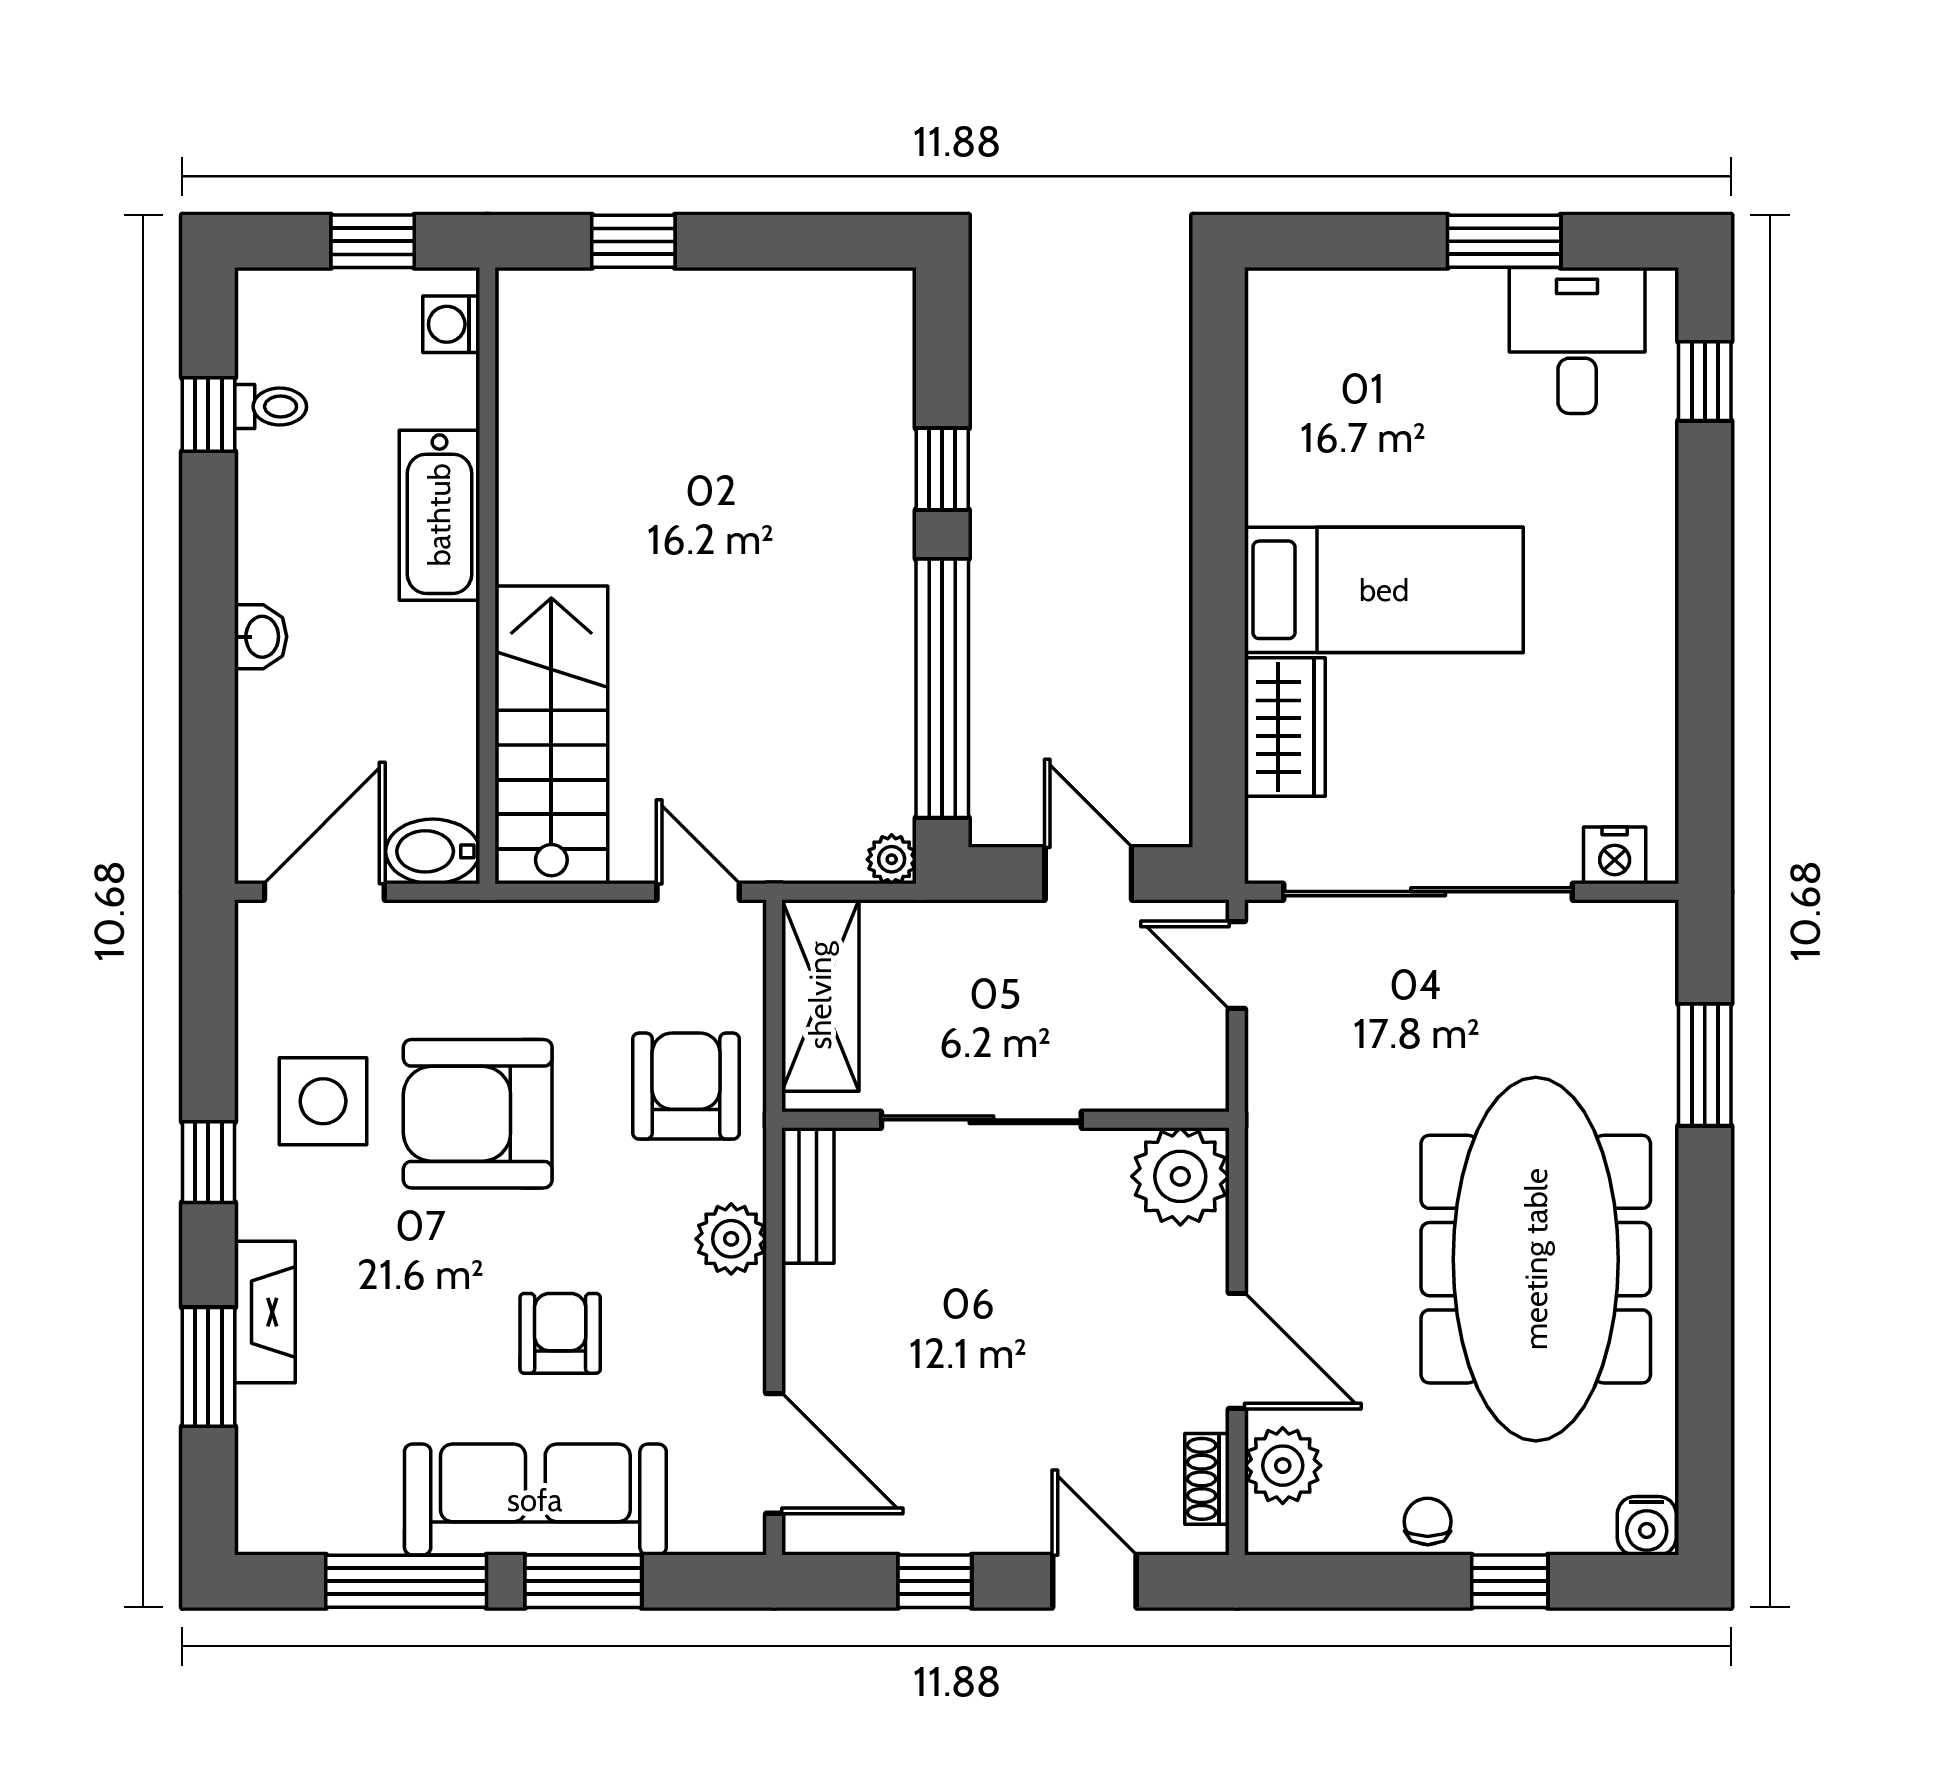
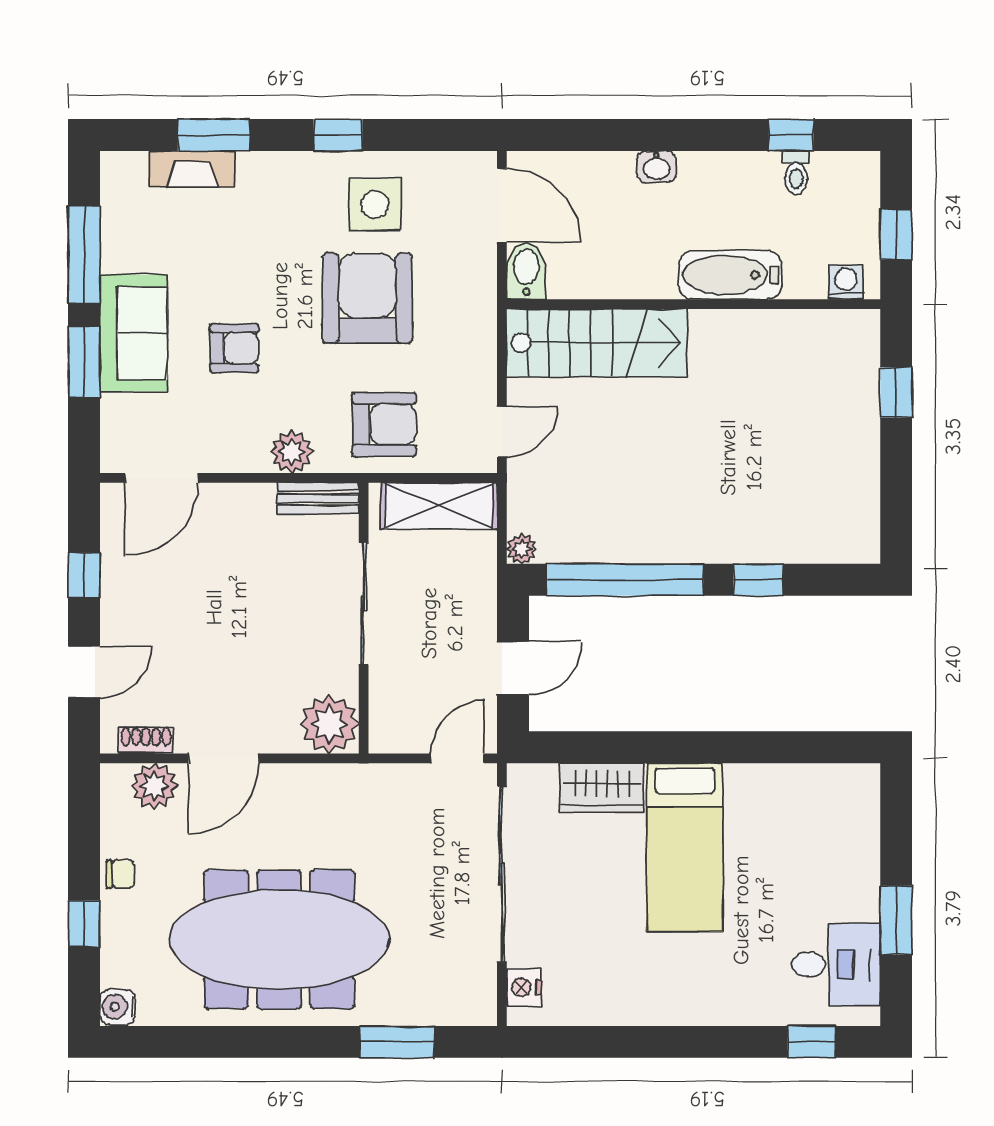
fireplace: (265, 1312) -> (192, 169), moved
sofa: (535, 1500) -> (133, 333), width x0.73

